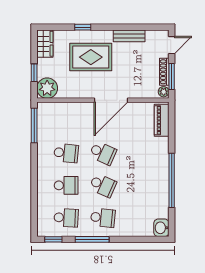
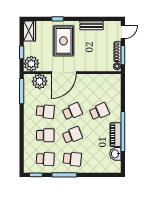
rug: (91, 57) -> (63, 41), turned 90
door: (111, 100) -> (64, 73), moved
plant: (58, 112) -> (40, 81), added
piano: (162, 120) -> (116, 135), moved
school desk: (103, 153) -> (72, 111), turned -48
school desk: (140, 153) -> (99, 111), added
school desk: (103, 185) -> (72, 135), turned -45
washbasin: (161, 228) -> (115, 154), moved

